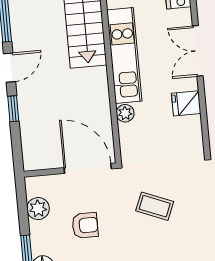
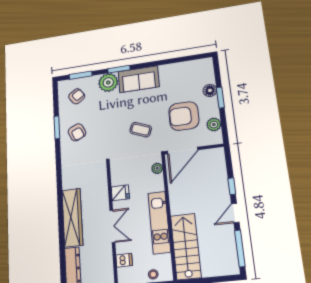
plant: (125, 113) -> (157, 168), moved
door: (88, 168) -> (182, 151), hinge flipped
armchair: (85, 225) -> (184, 116), width x1.88, depth x1.88

